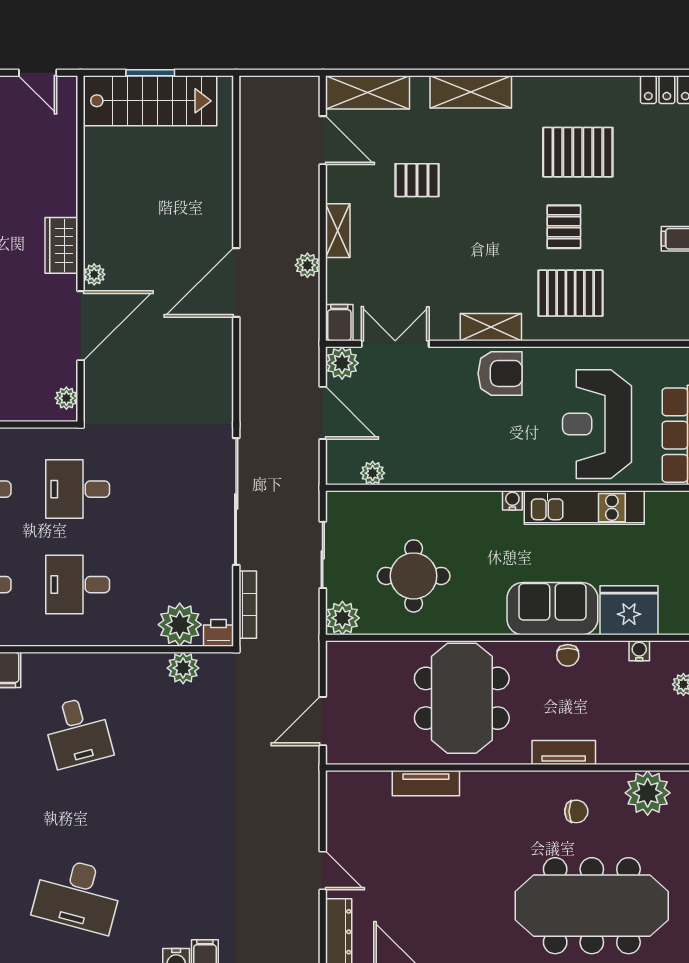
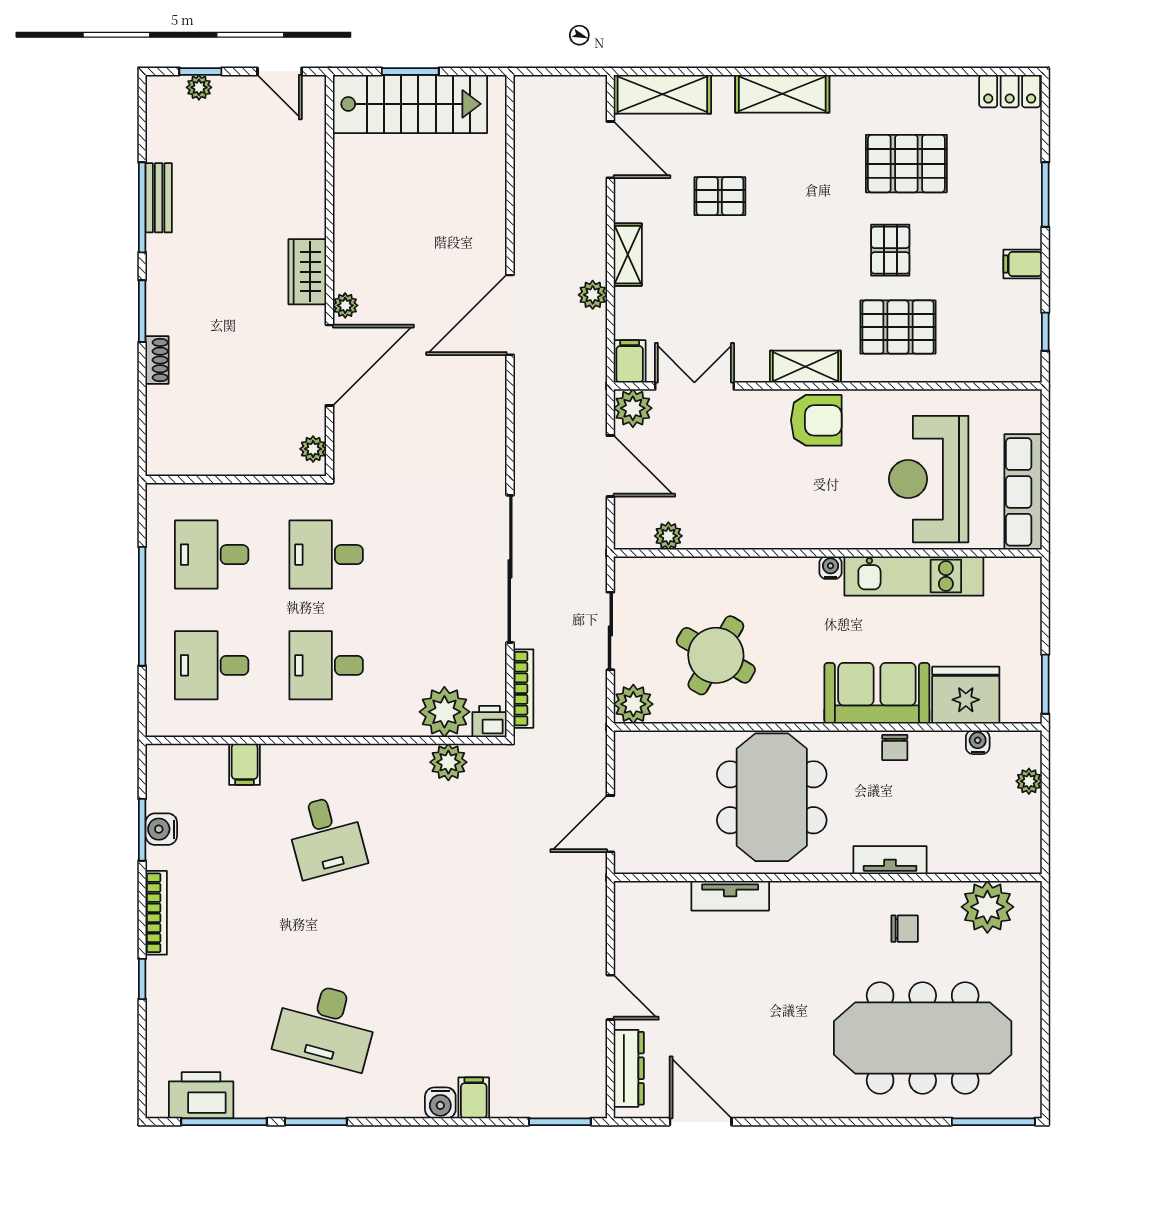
round table: (414, 576) -> (716, 655), turned 30

